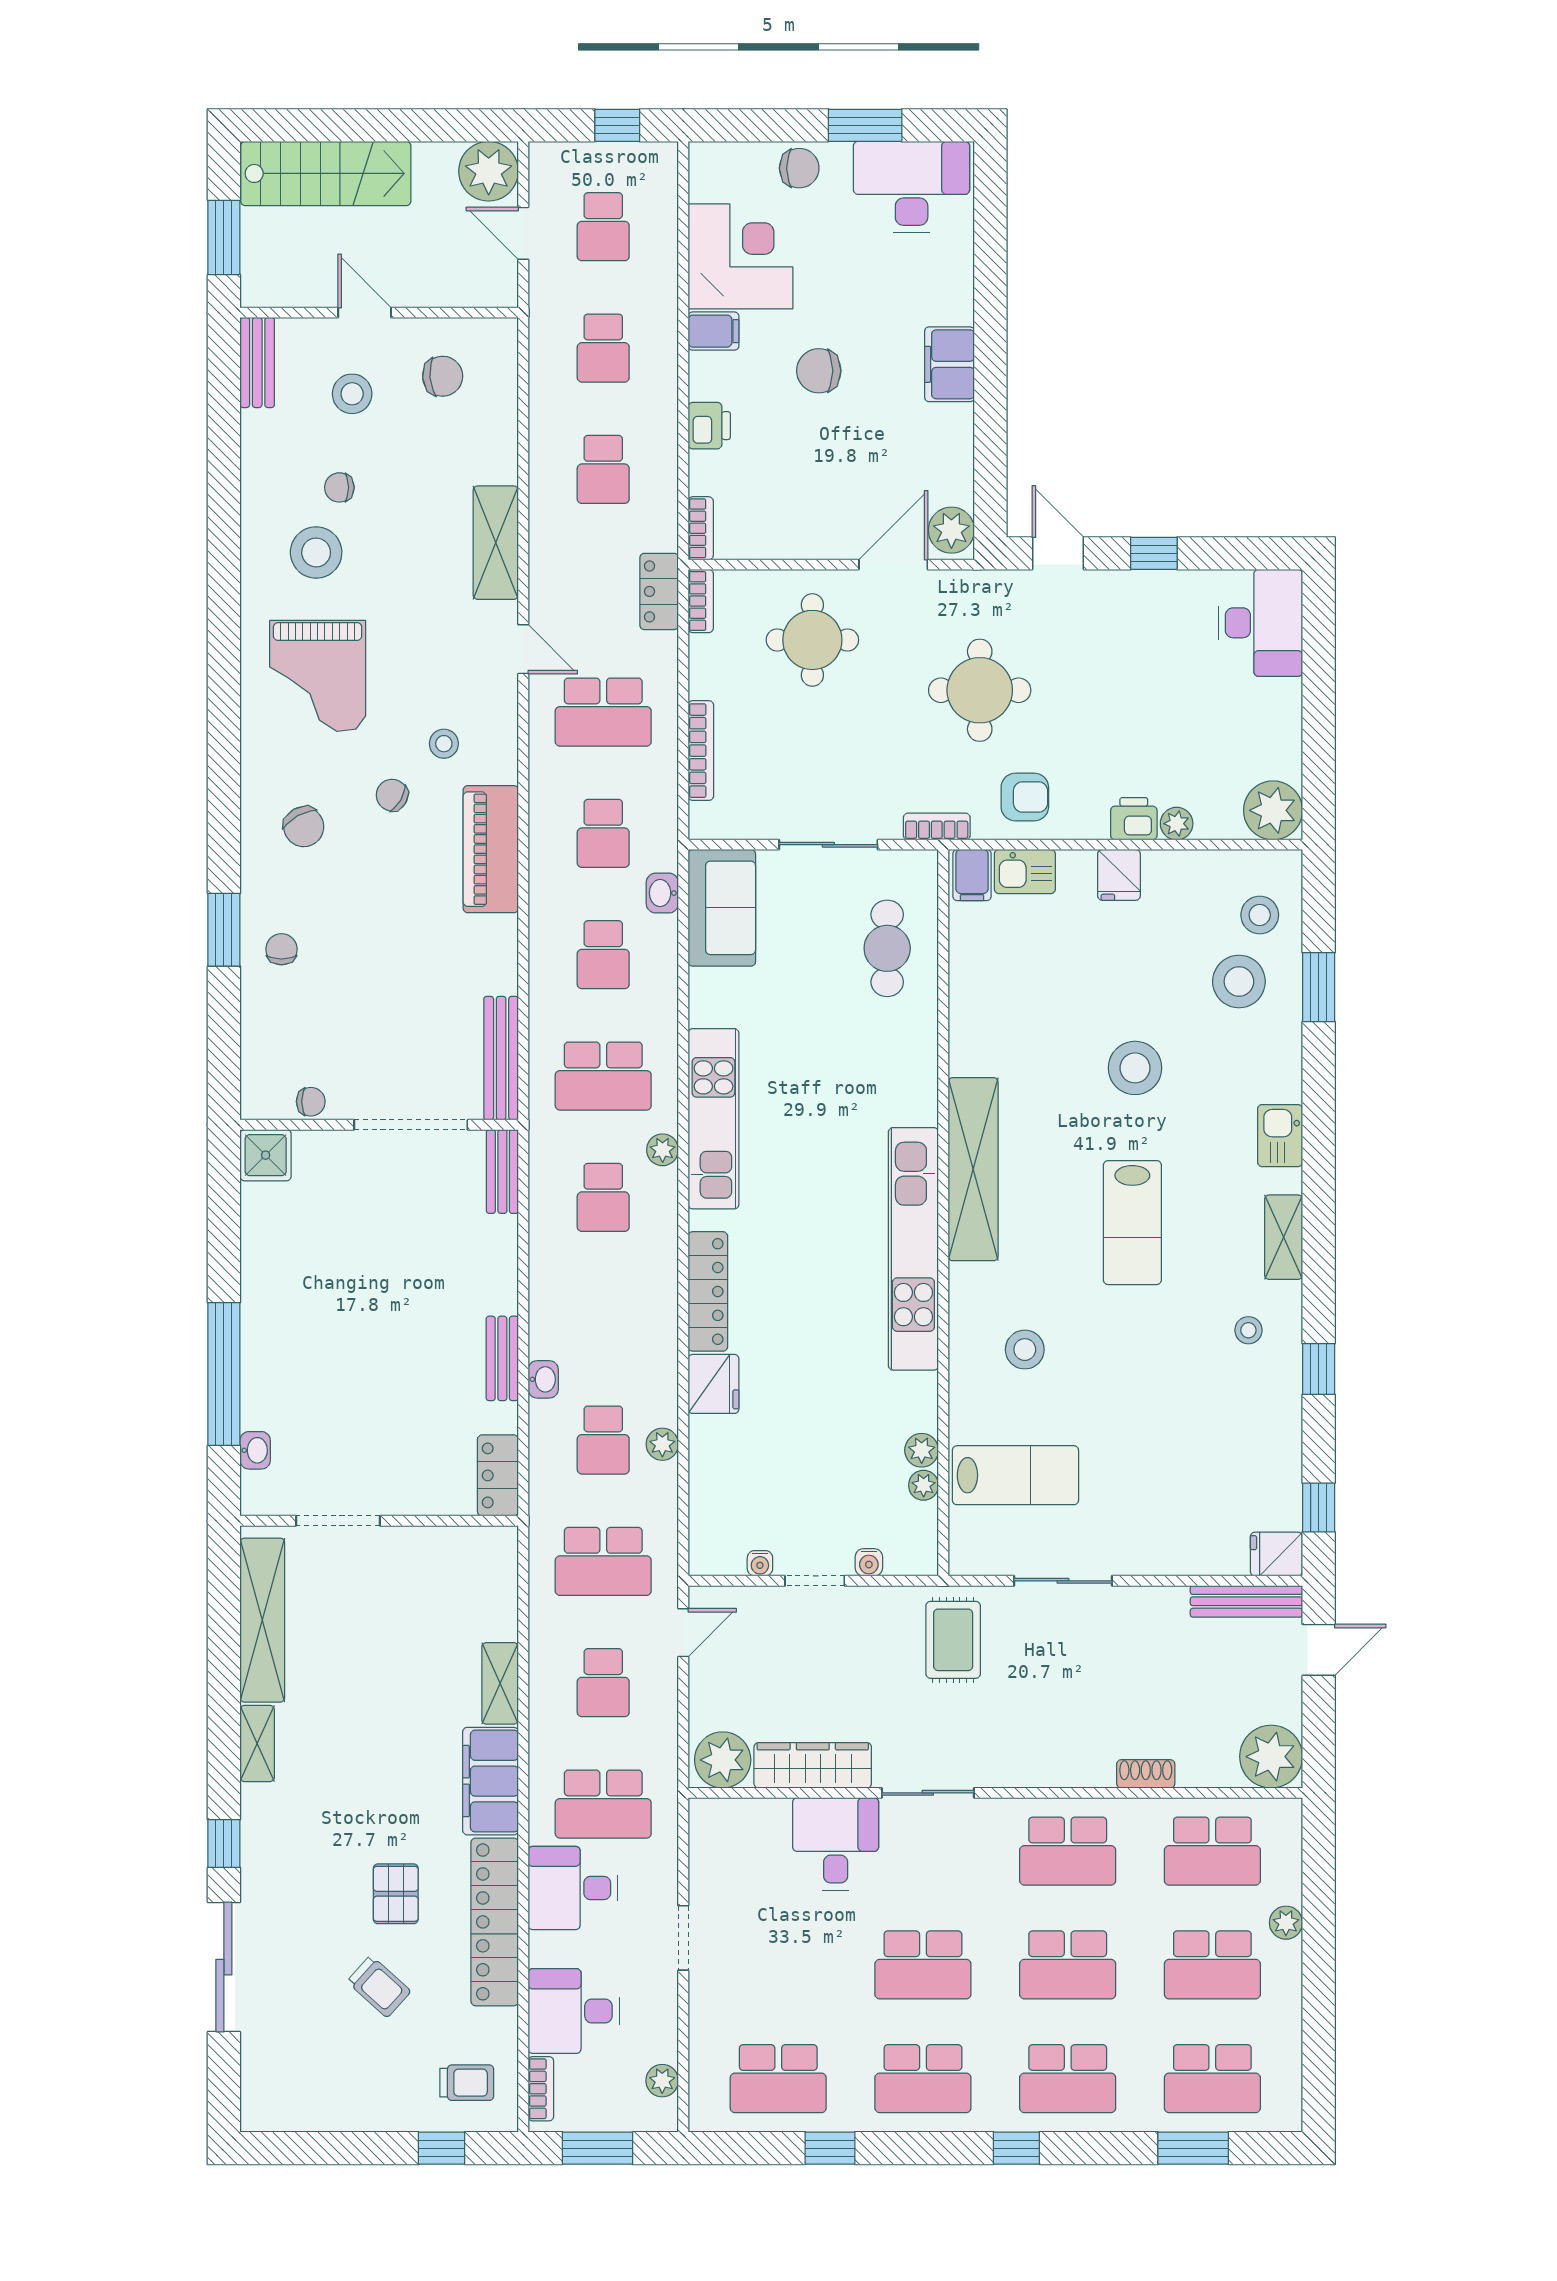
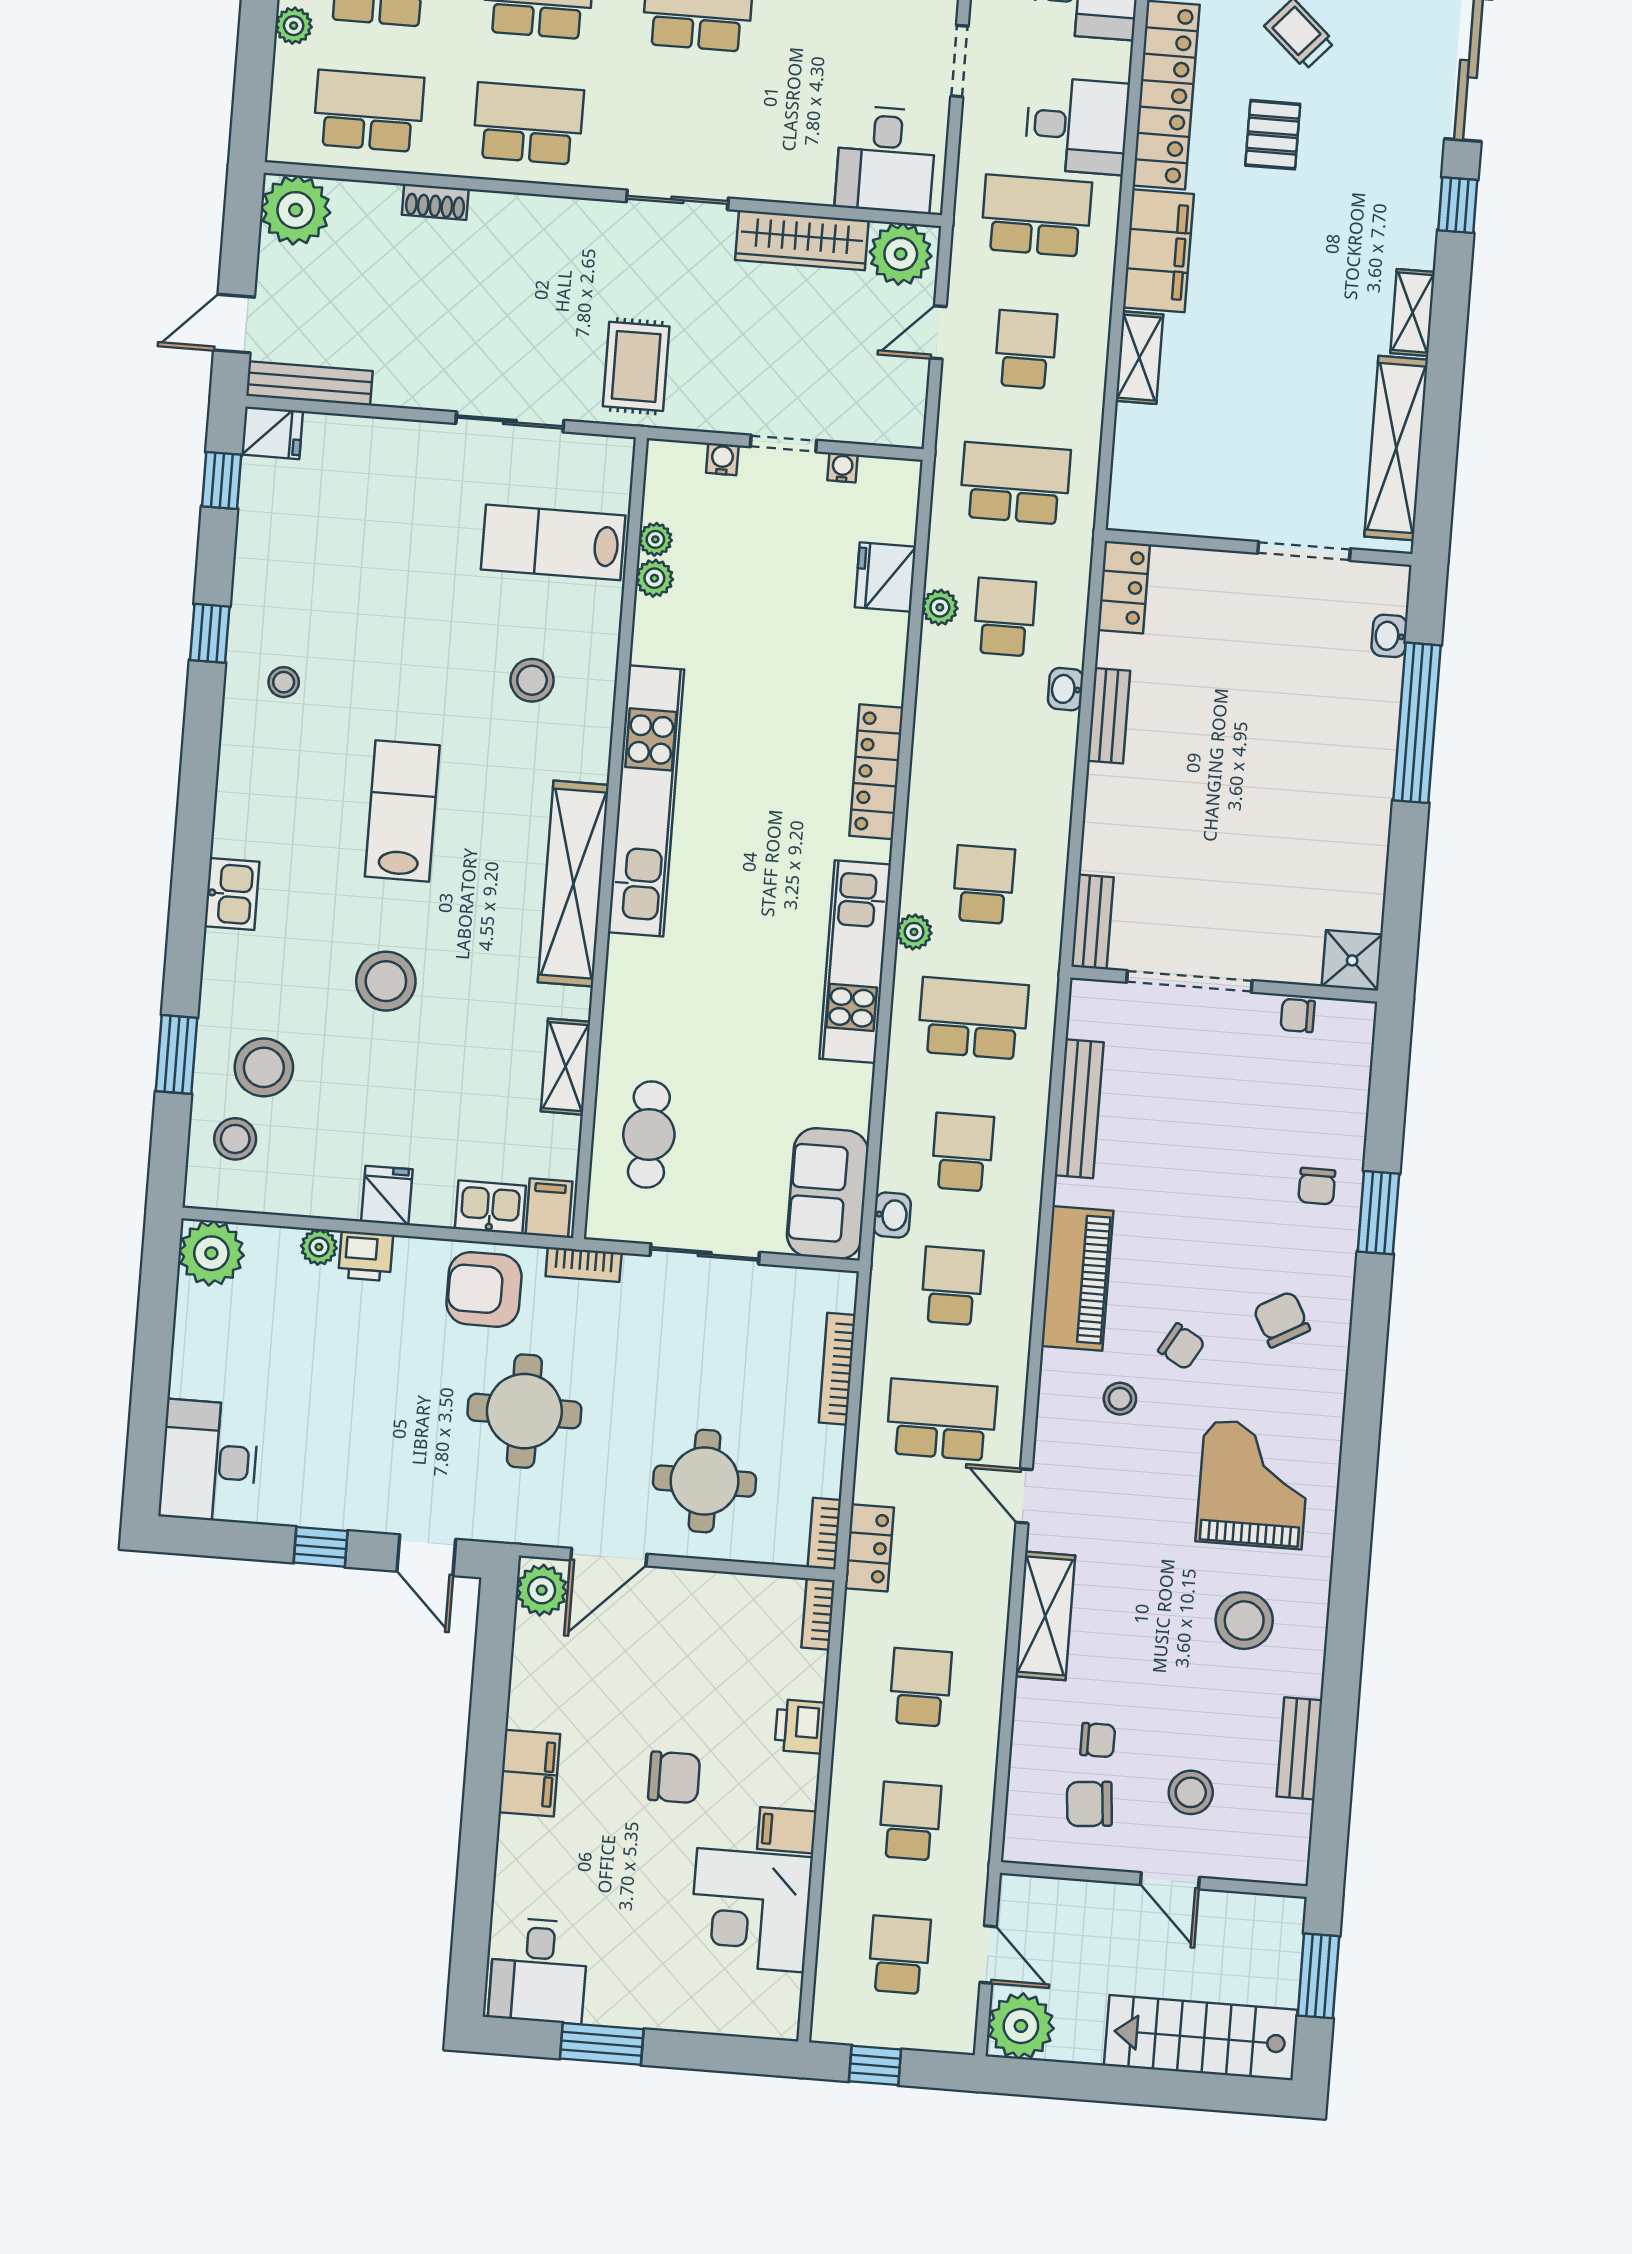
chair: (799, 168) -> (678, 2002), removed
desk: (912, 187) -> (539, 1971), width x0.73
bench: (257, 362) -> (1299, 1748), moved
chair: (339, 487) -> (1098, 1740), moved
armchair: (1025, 797) -> (484, 1289), width x1.38, depth x1.38
bench: (501, 1058) -> (1079, 1109), moved
shelving: (1284, 1237) -> (566, 1067), moved
fridge: (713, 1384) -> (885, 577), moved
door: (683, 1633) -> (938, 332), moved
desk: (836, 1844) -> (886, 159), moved

